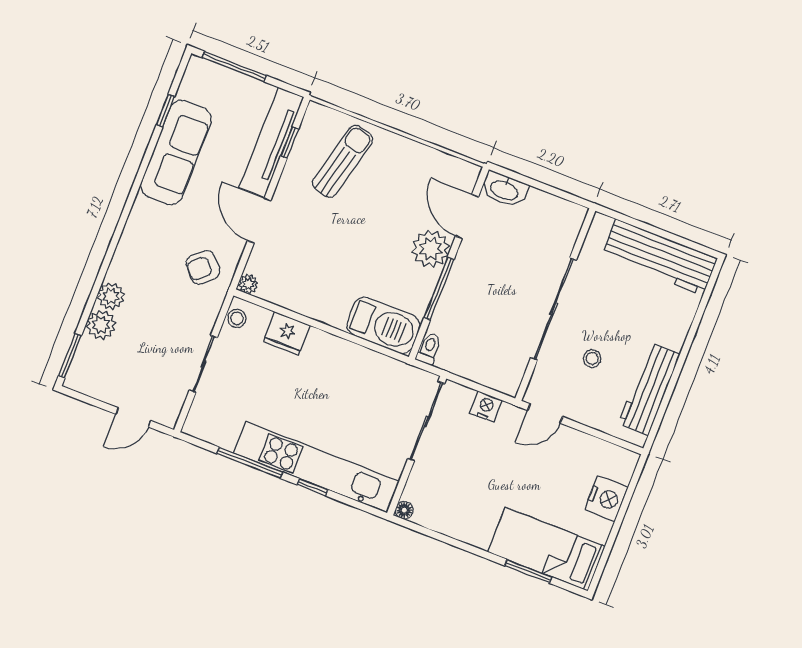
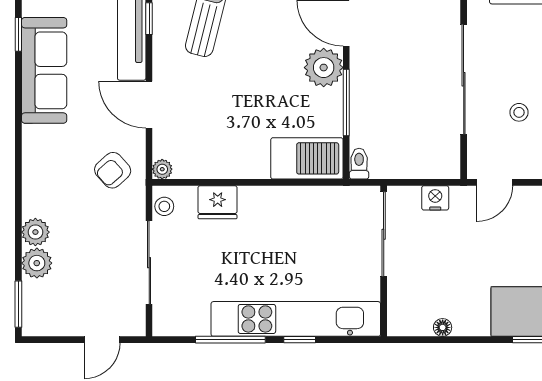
sliding door: (203, 364) -> (149, 263), width x1.37
floor lamp: (404, 510) -> (443, 327), moved

